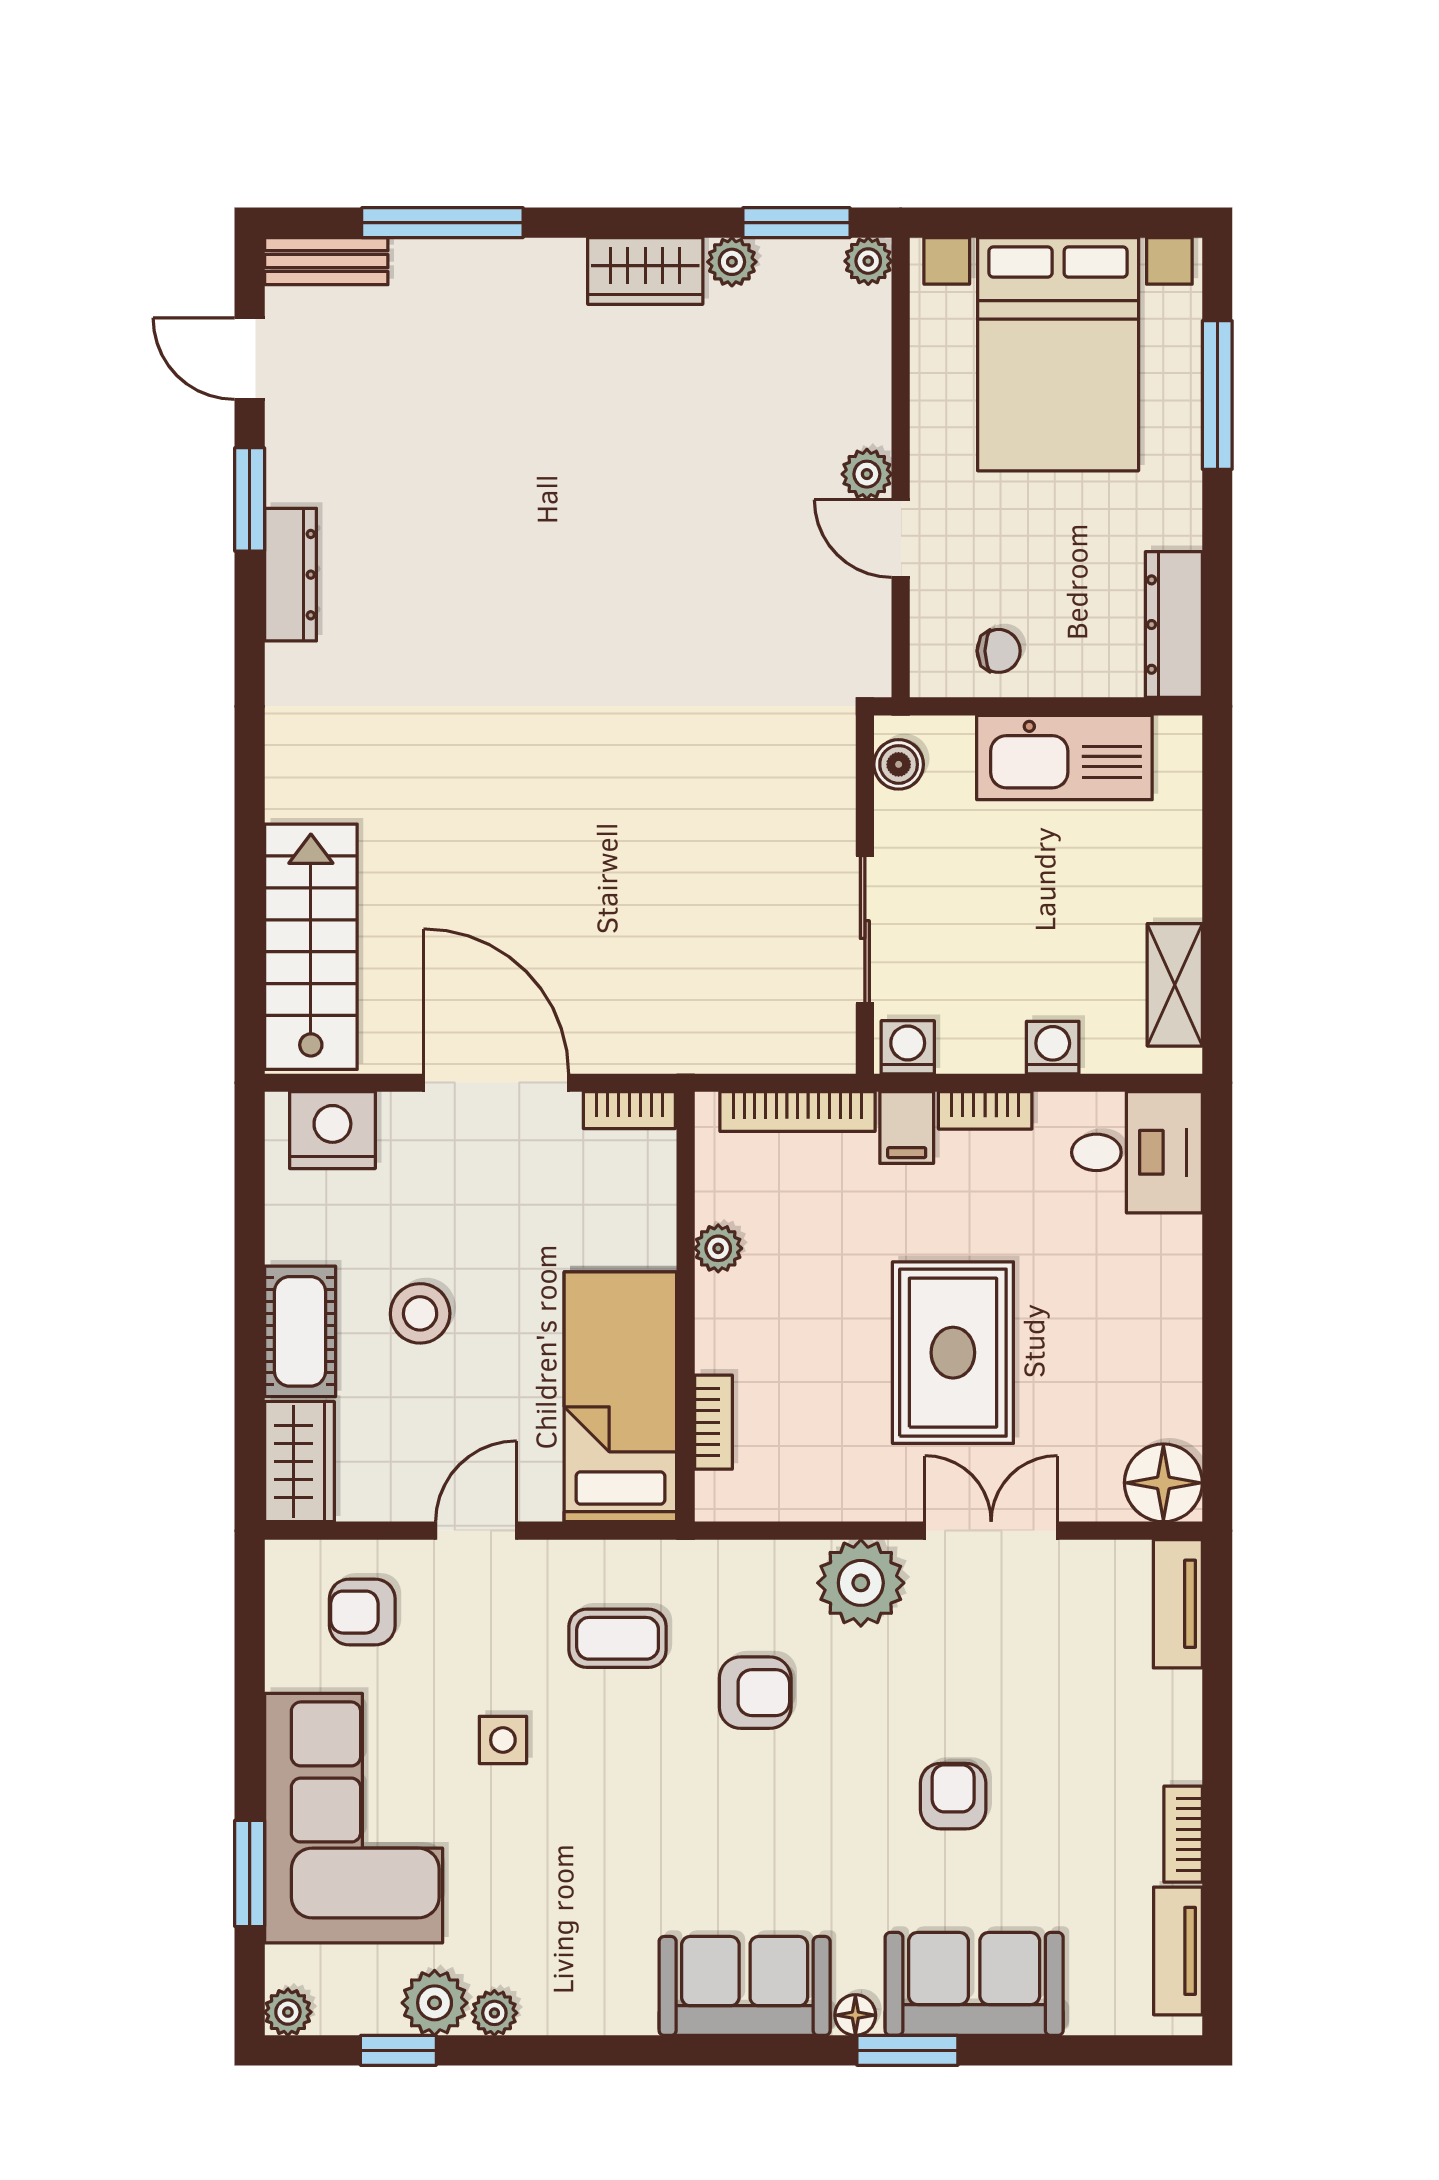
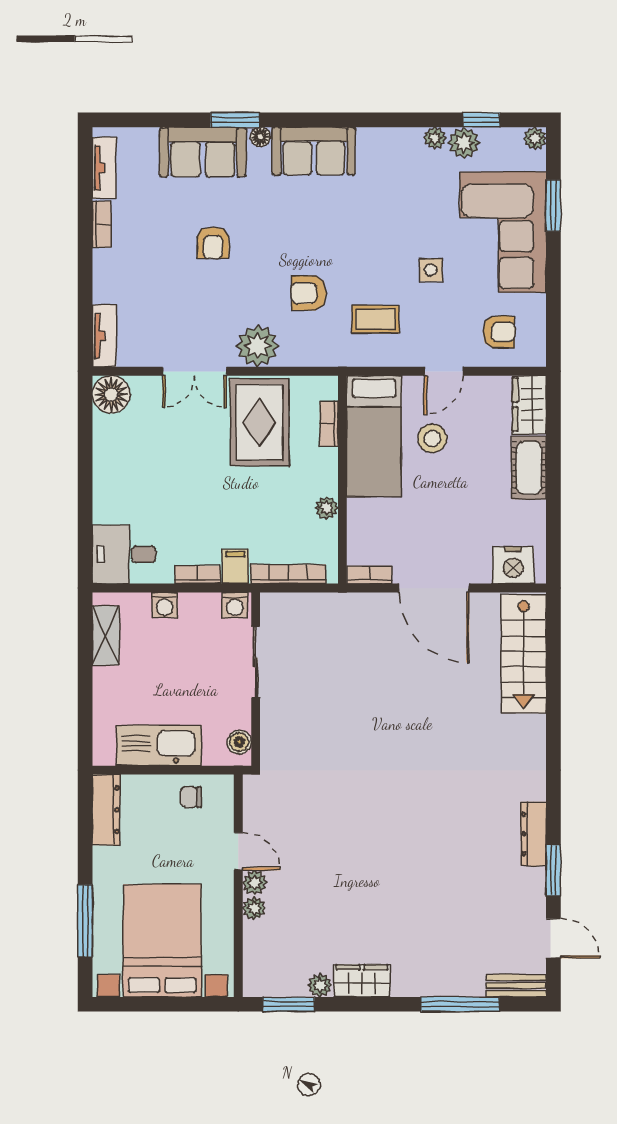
plant: (868, 261) -> (254, 908), moved
stool: (420, 1313) -> (432, 438), moved
rug: (953, 1353) -> (259, 422), moved

